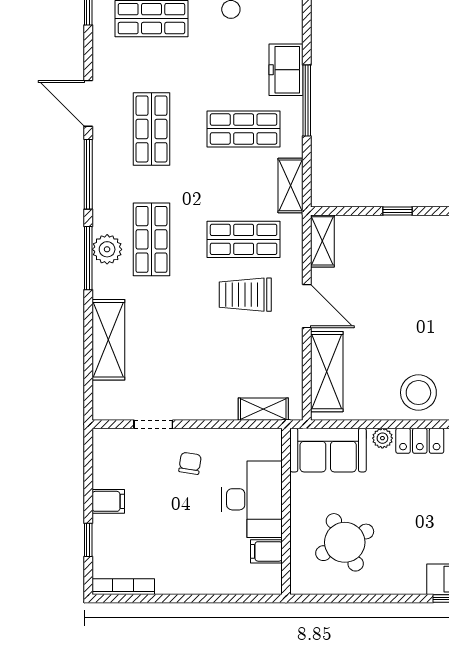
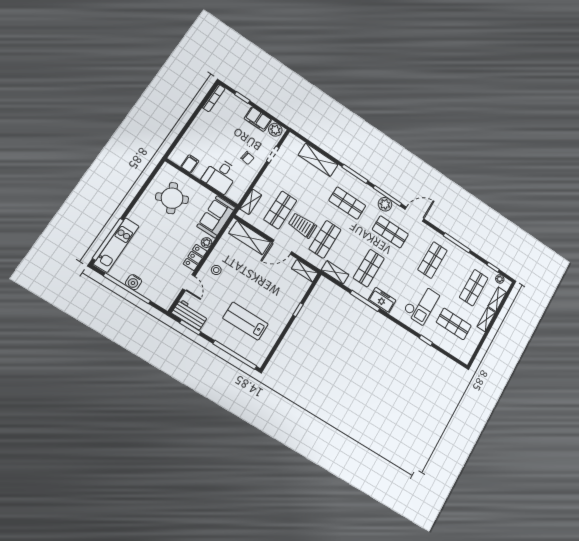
plant: (107, 249) -> (385, 204), moved
trolley: (245, 295) -> (302, 225), turned -90
shop shelf: (244, 350) -> (280, 210), added
stool: (418, 393) -> (216, 270), width x0.53, depth x0.53
plant: (106, 448) -> (275, 130), added
desk: (252, 499) -> (220, 175), width x0.73
filing cabinet: (108, 501) -> (258, 119), width x2.00

